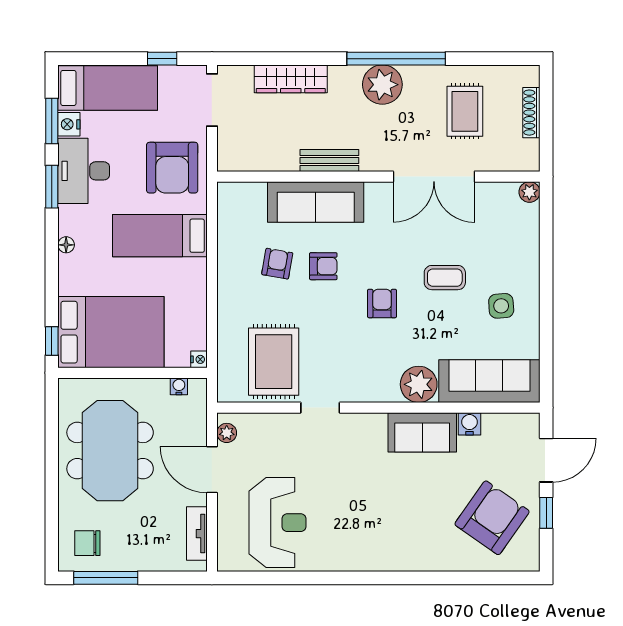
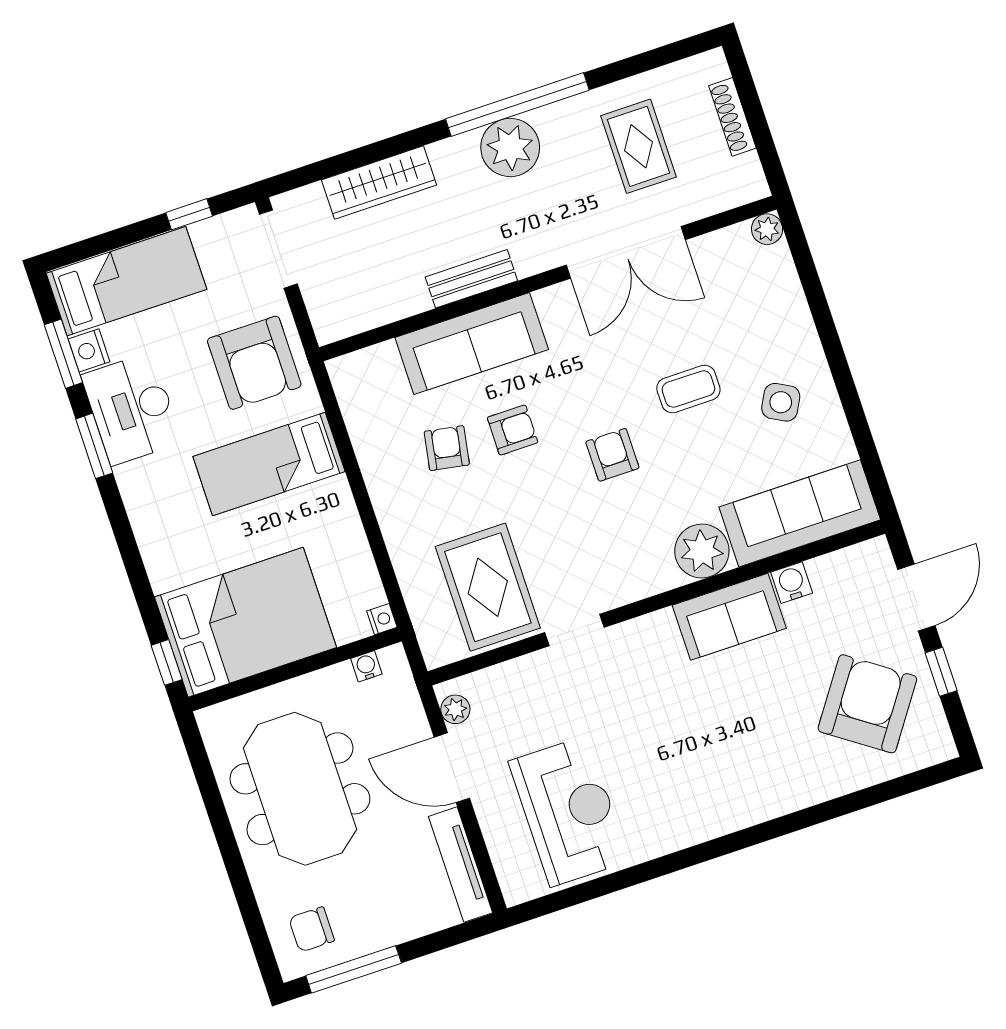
floor lamp: (66, 245) -> (142, 521), removed
side table: (501, 306) -> (781, 402), turned 32
tv unit: (197, 534) -> (461, 865), width x1.41

